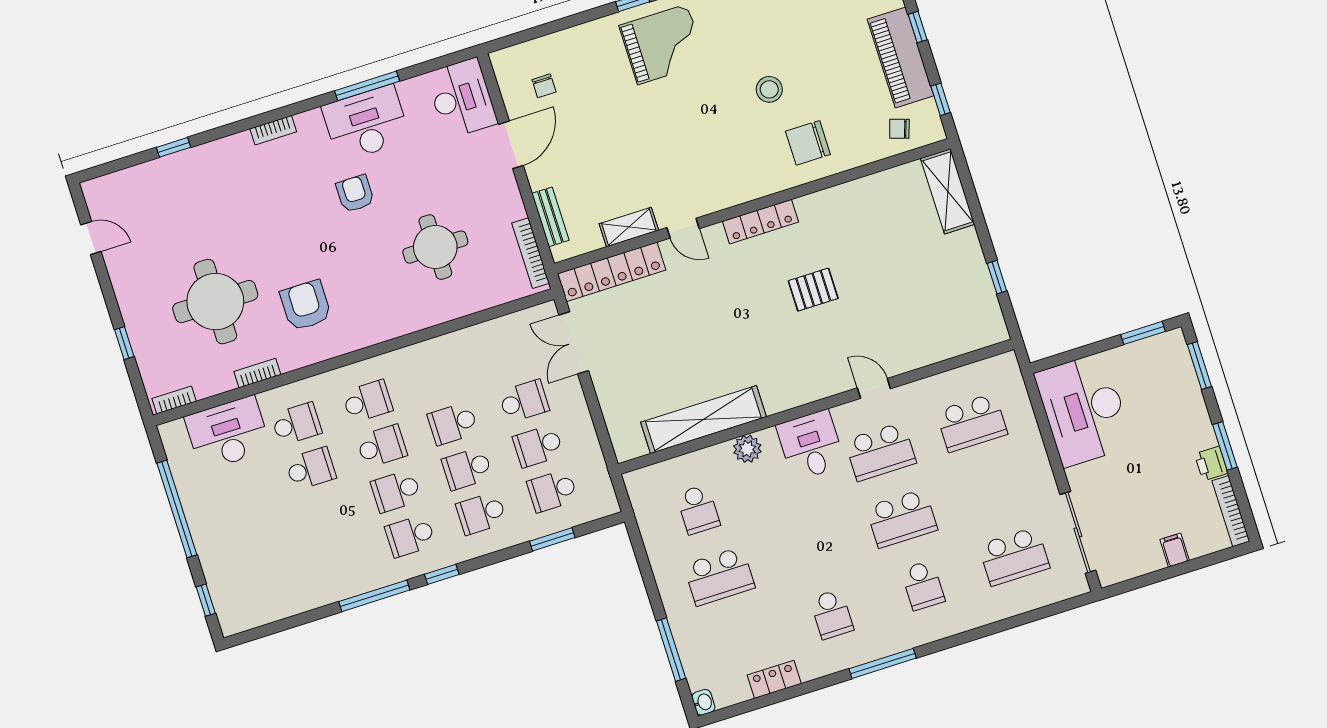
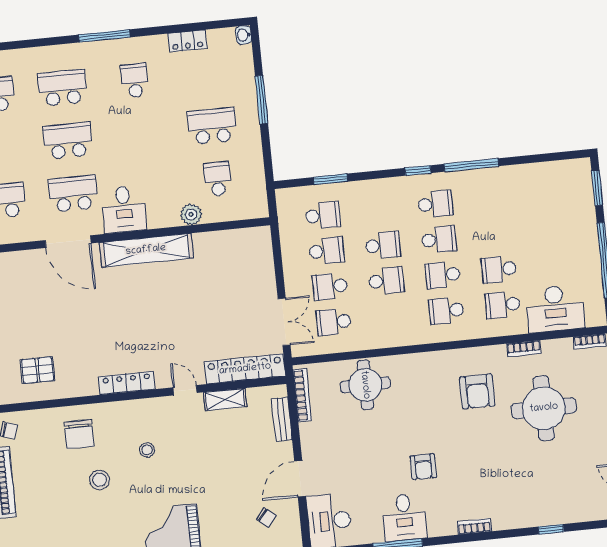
chair: (544, 86) -> (266, 517), turned 129
desk: (366, 123) -> (404, 517), width x0.73
stool: (716, 141) -> (147, 450), added
chair: (808, 143) -> (79, 434), turned 90
round table: (435, 247) -> (365, 385), moved
pallet: (813, 290) -> (38, 370), moved
door: (874, 388) -> (68, 242), width x1.87
shelving: (703, 420) -> (146, 250), moved
plant: (747, 449) -> (191, 214), moved
school desk: (481, 513) -> (334, 322), moved, turned 180
school desk: (923, 585) -> (62, 88), width x1.85
window: (206, 600) -> (597, 188), width x1.50
window: (671, 650) -> (261, 100), moved

